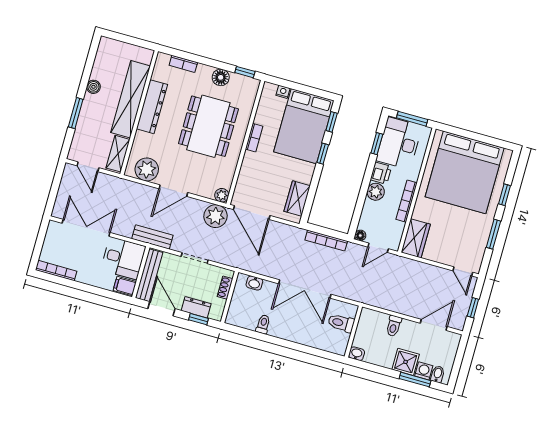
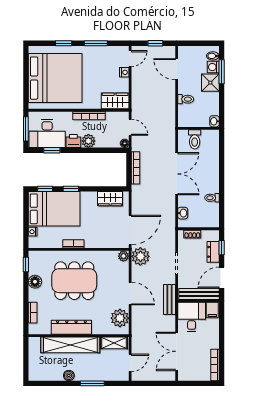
nightstand: (448, 259) -> (124, 72), added

